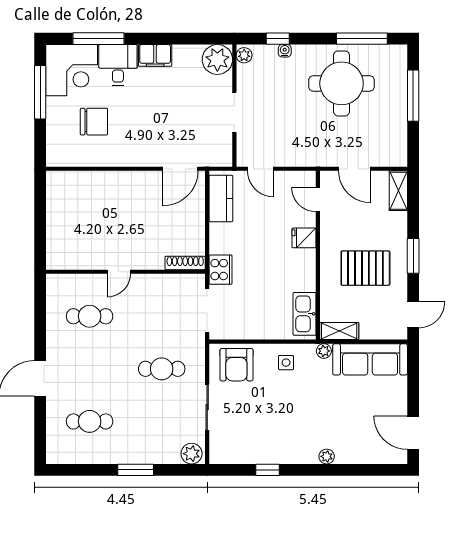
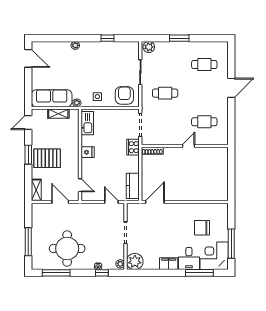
fridge: (304, 238) -> (88, 152), moved
pallet: (365, 268) -> (47, 158), moved
shelving: (339, 331) -> (58, 114), moved

